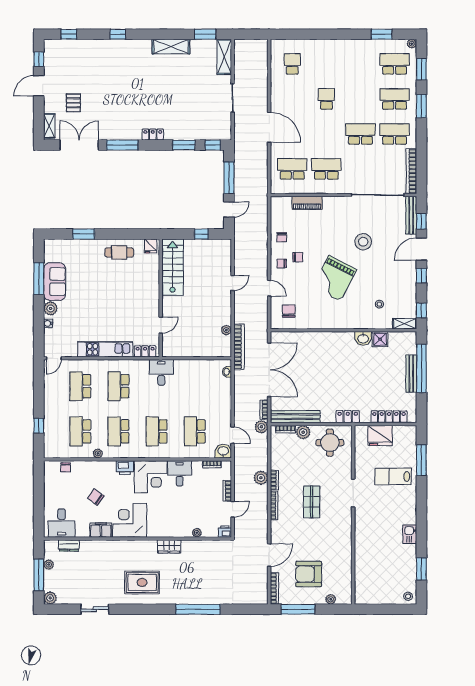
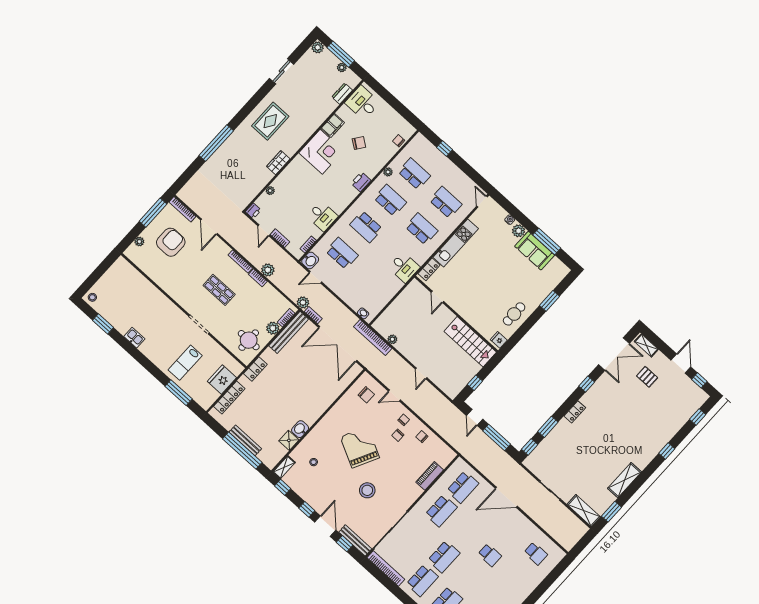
window: (122, 145) -> (587, 384), width x0.46
school desk: (157, 431) -> (366, 227), turned 180
lab bench: (393, 476) -> (185, 363), turned 180
corner desk: (151, 477) -> (338, 194), removed

